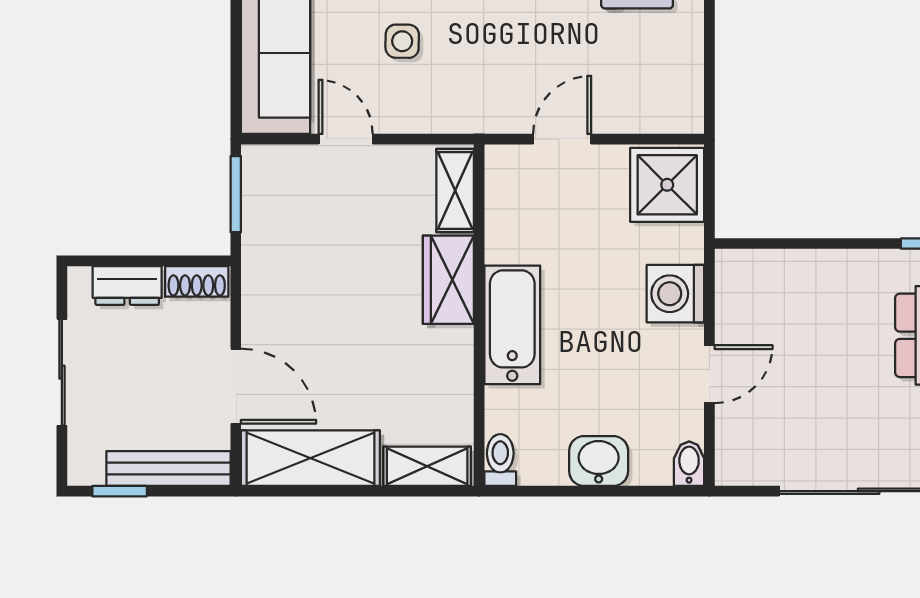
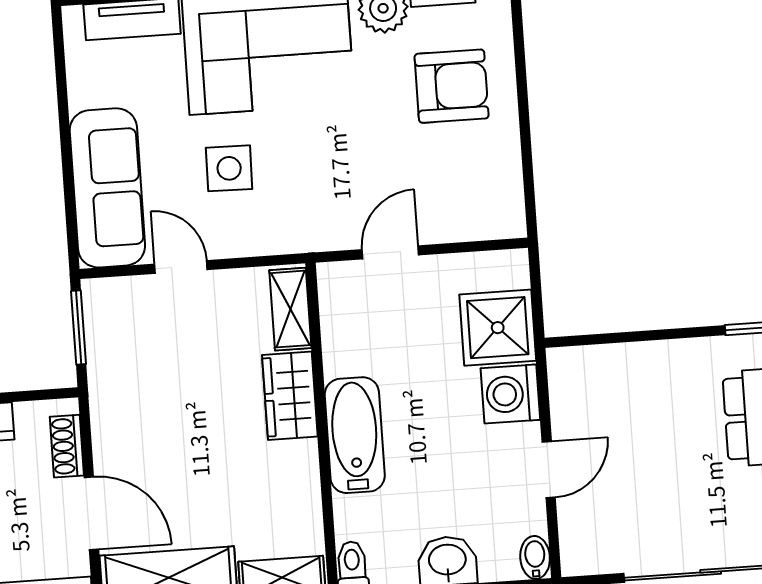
side table: (402, 41) -> (229, 168), width x1.37, depth x1.37
shower: (667, 185) -> (498, 328), moved
shoe rack: (197, 281) -> (67, 446), moved, turned 90

